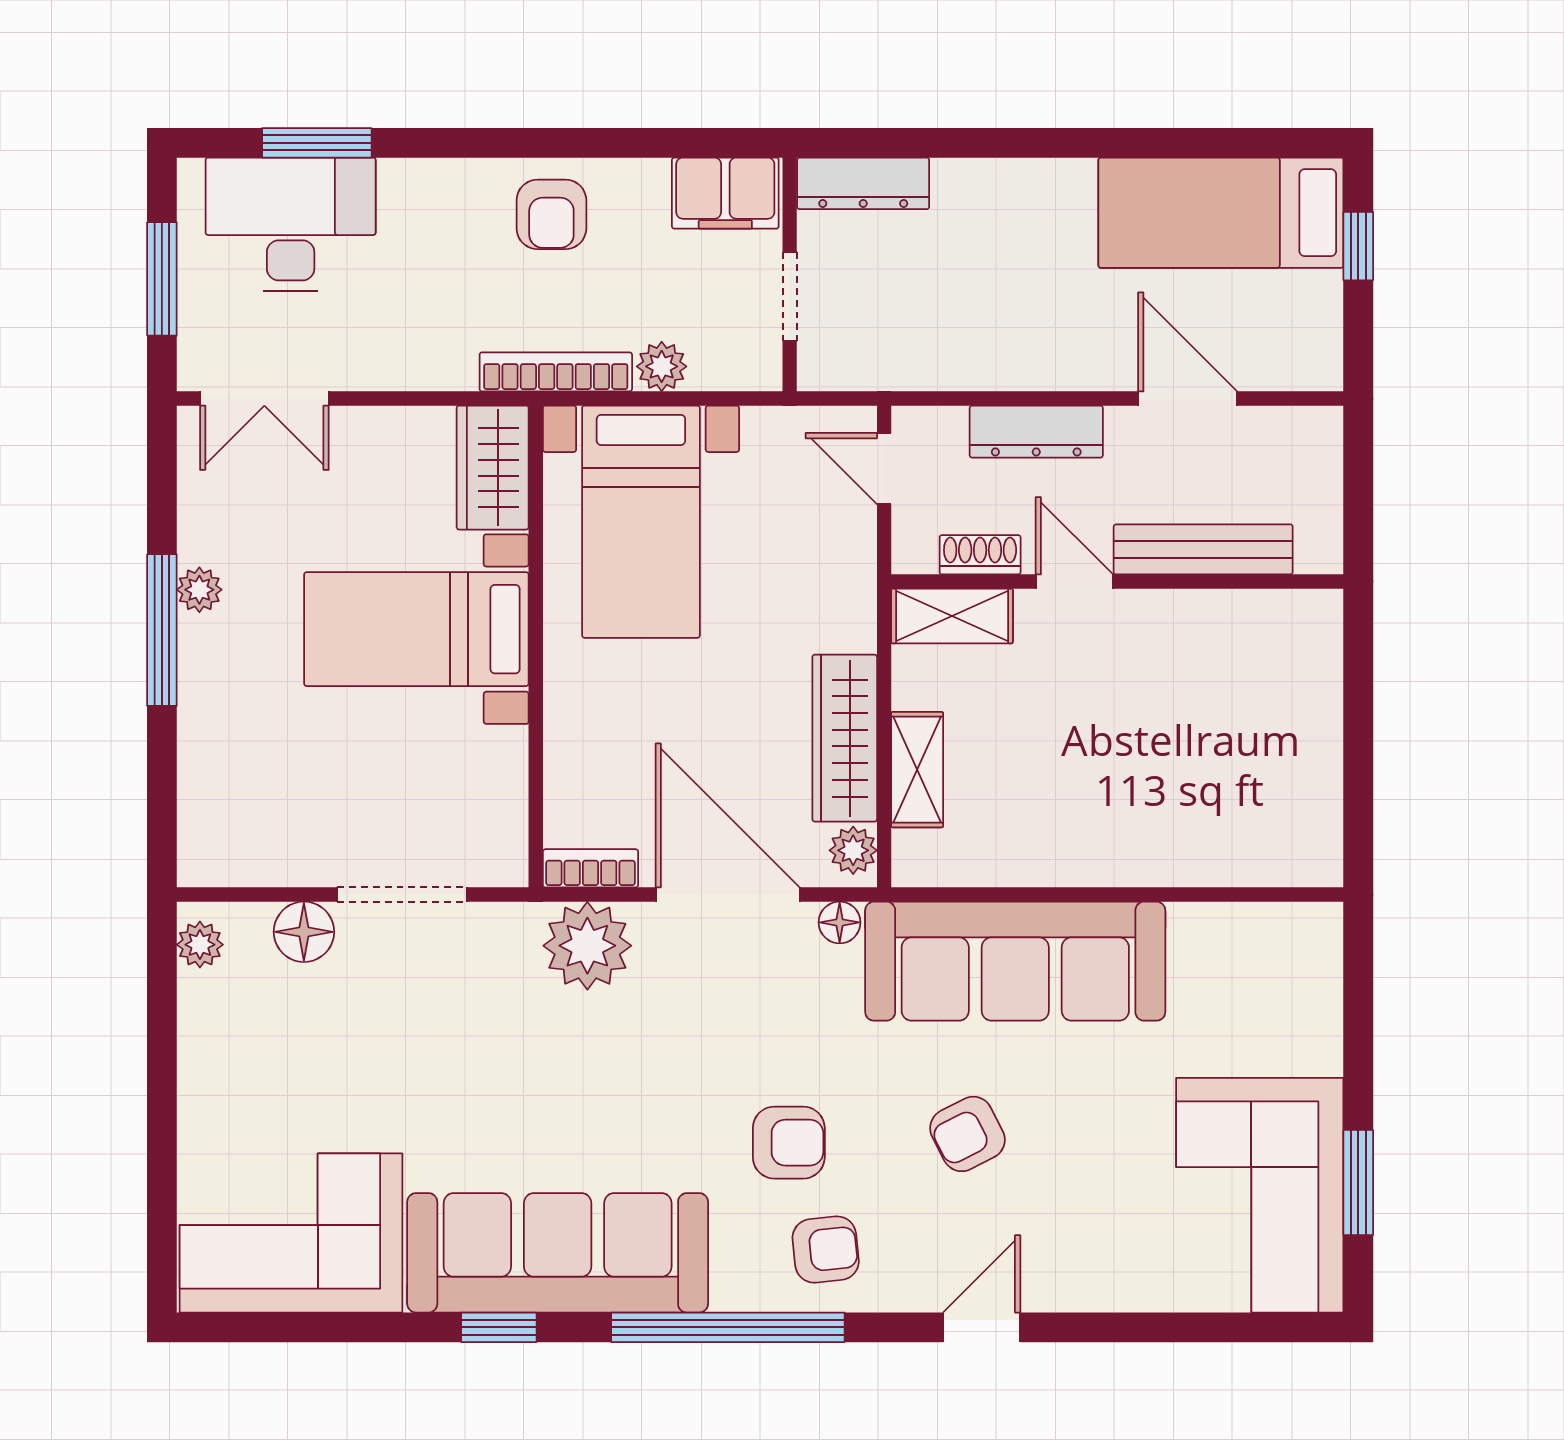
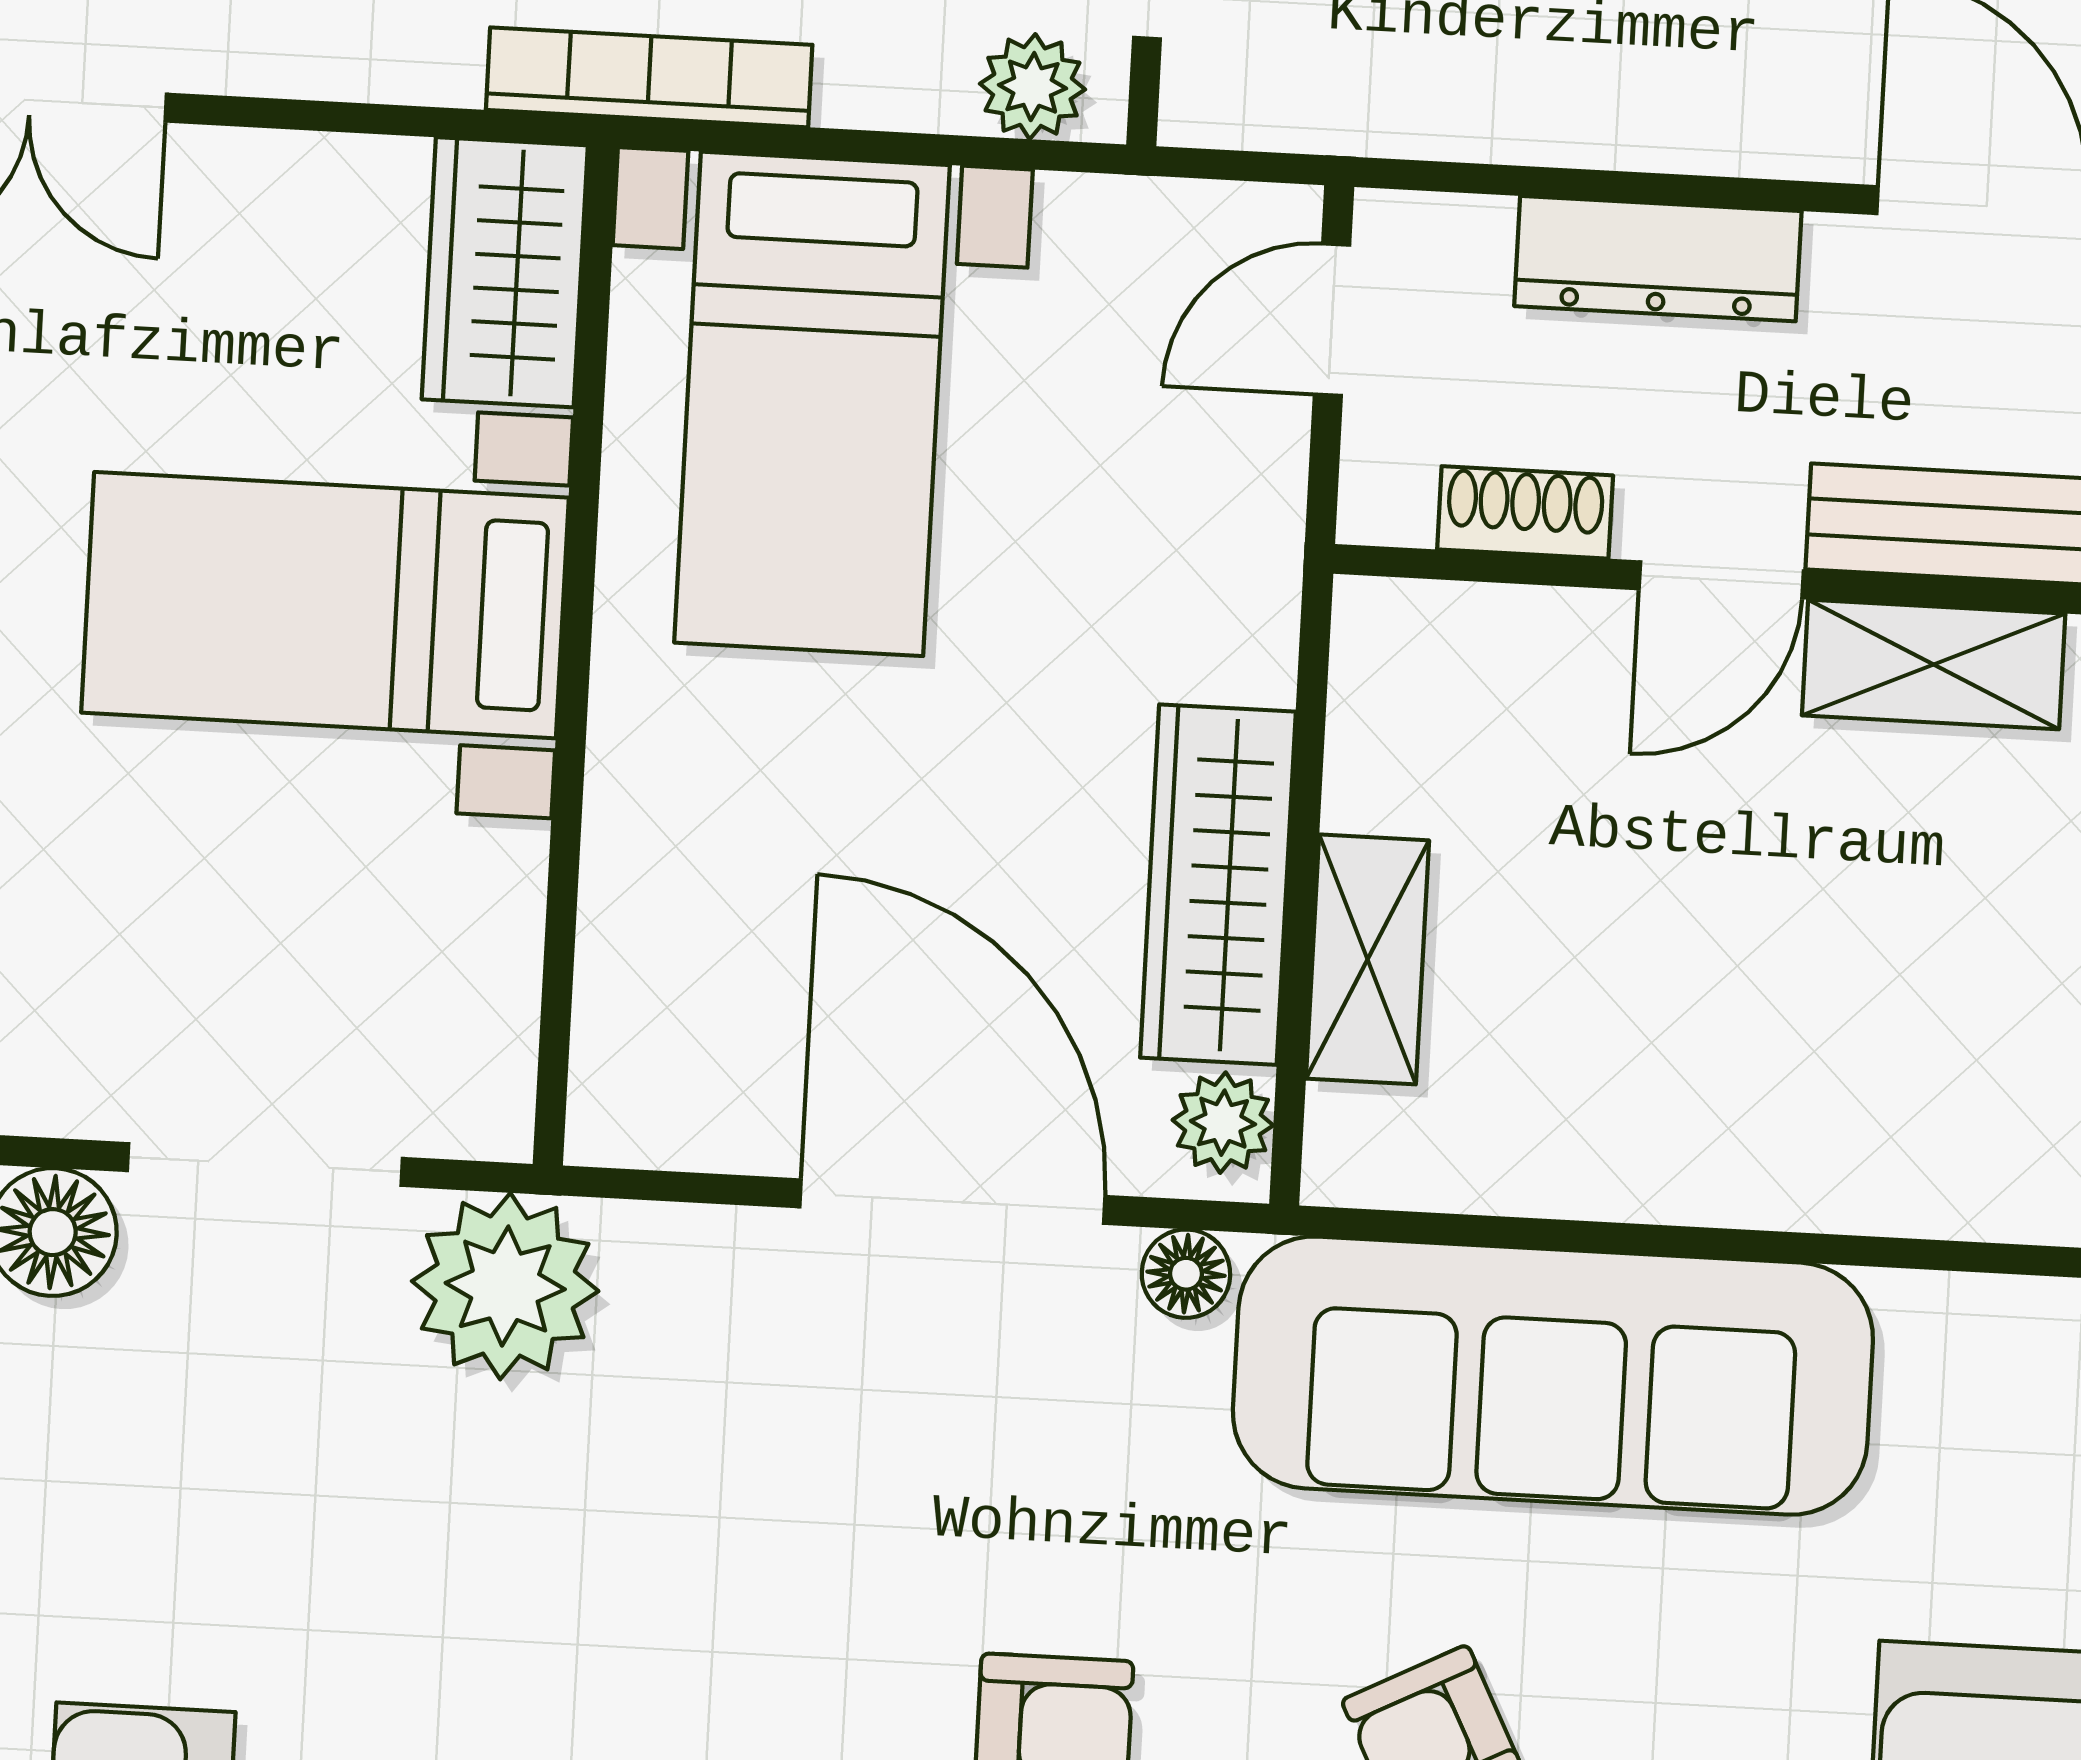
plant: (662, 366) -> (1032, 87), moved
door: (884, 469) -> (1332, 320), hinge flipped
door: (1074, 582) -> (1721, 580), swing flipped
shelving: (952, 616) -> (1934, 664), moved
bookcase: (590, 868) -> (666, 1131), removed
plant: (587, 946) -> (505, 1286), moved

